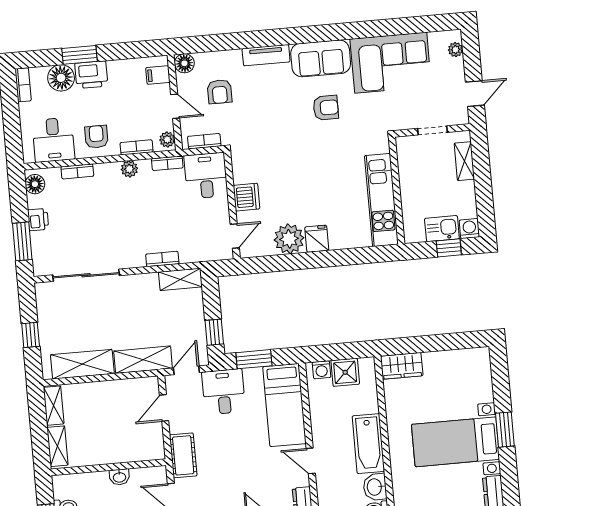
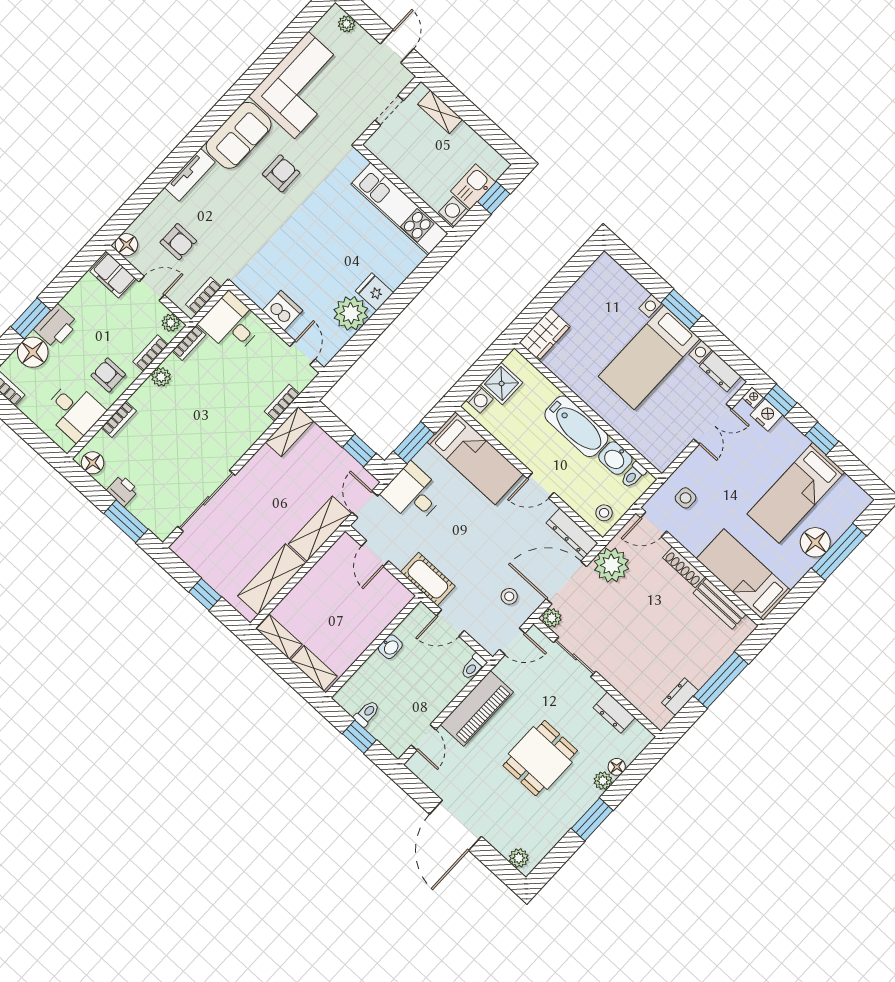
filing cabinet: (158, 75) -> (113, 275), width x2.00
washing machine: (469, 229) -> (454, 212), moved
bookcase: (162, 259) -> (282, 403), moved

